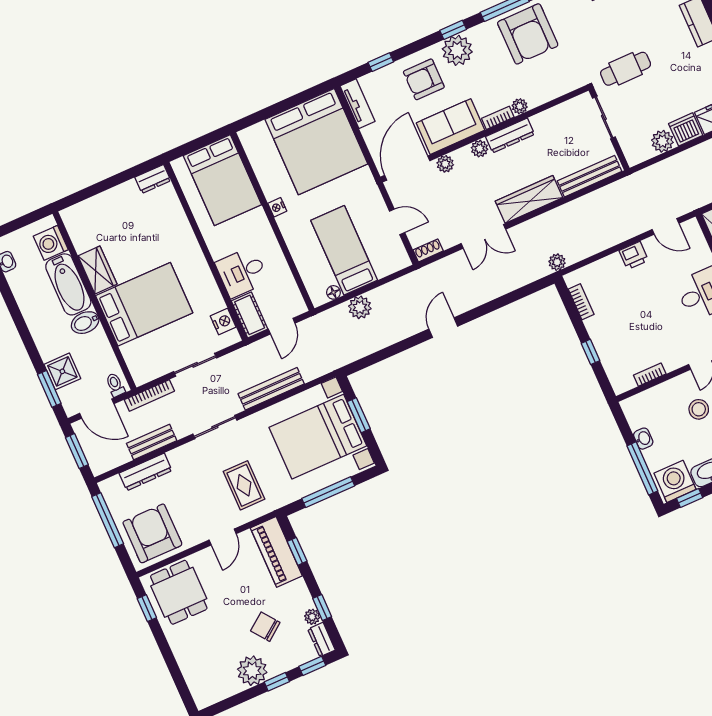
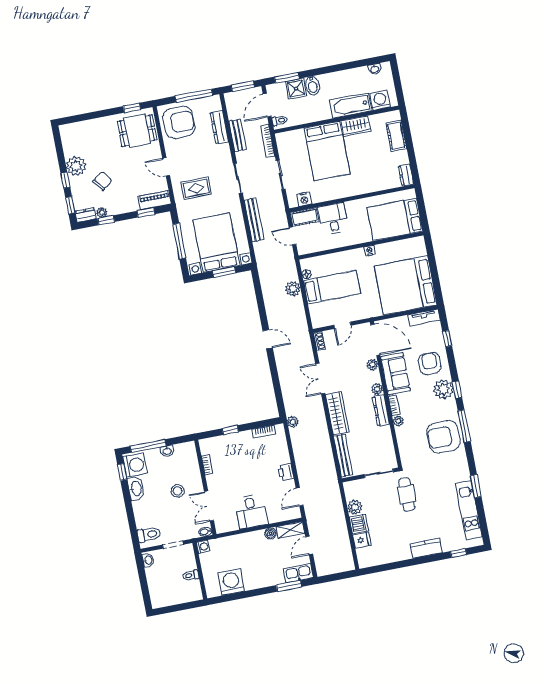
cot: (98, 207) -> (396, 136), added
bidet: (85, 323) -> (313, 86), moved, turned 180
piano: (276, 552) -> (155, 200), width x0.73, depth x0.75

